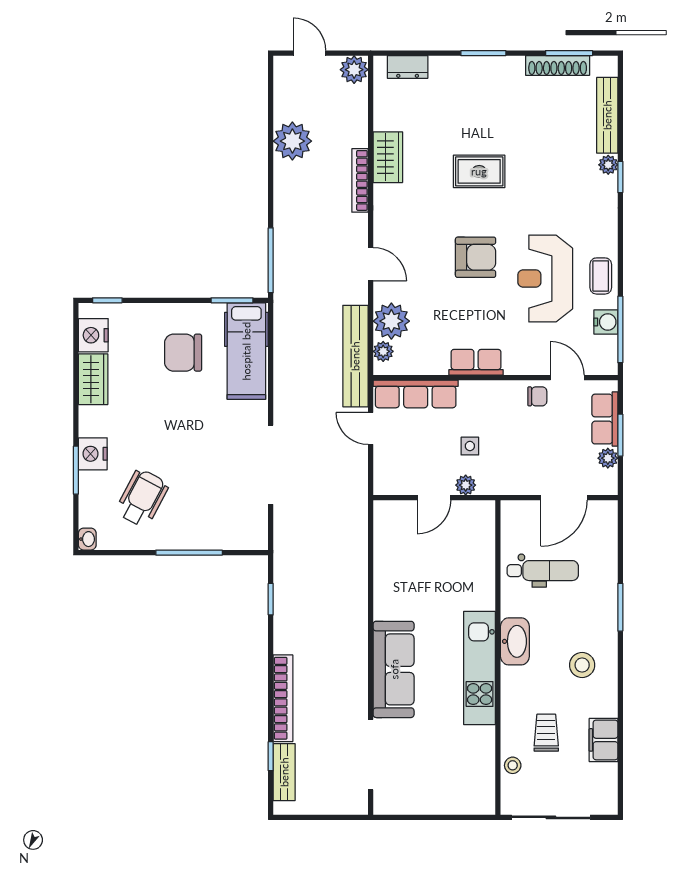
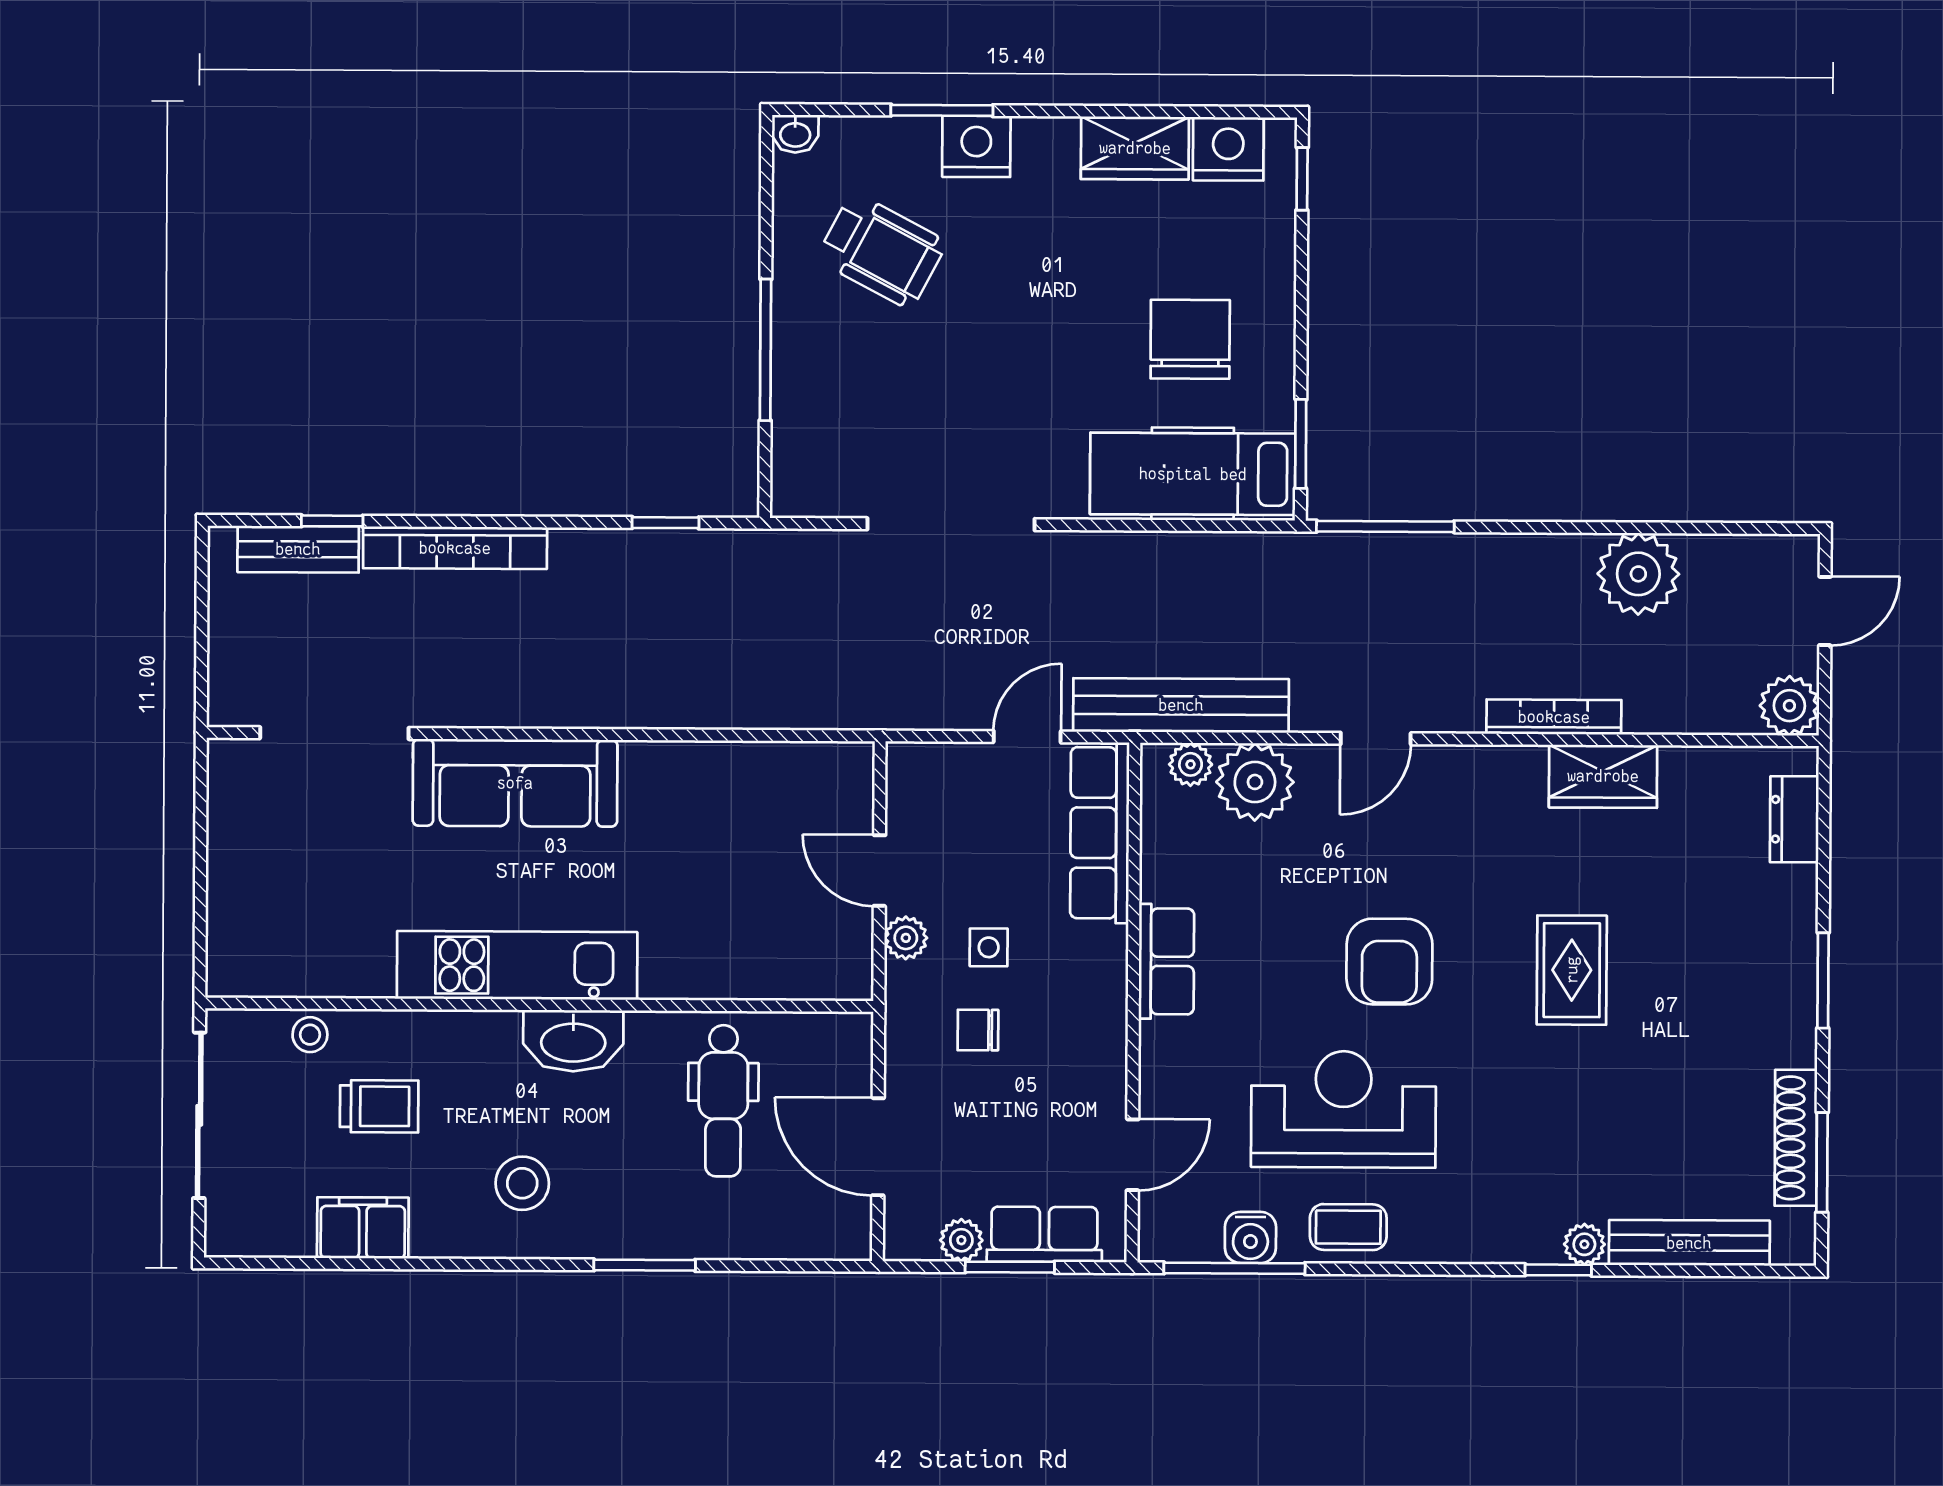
chair: (537, 396) -> (978, 1030), moved, turned 90

